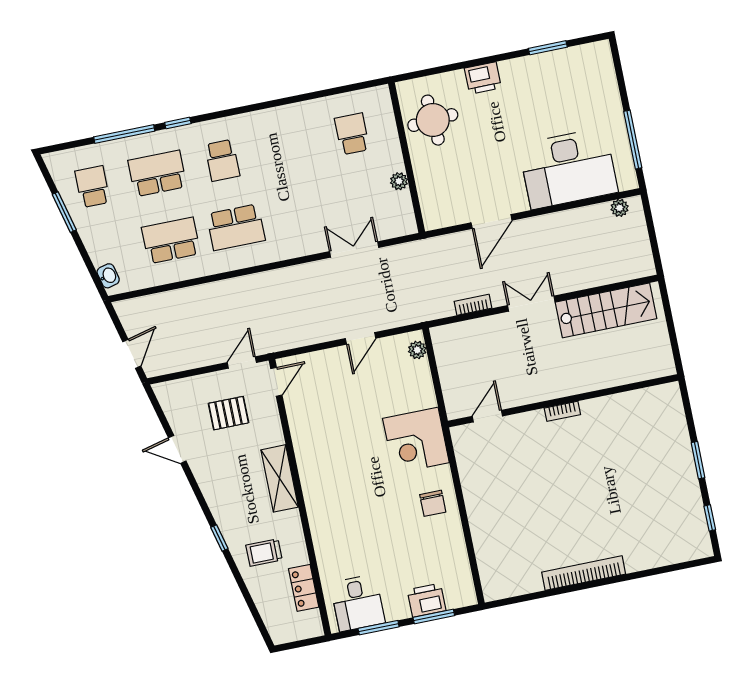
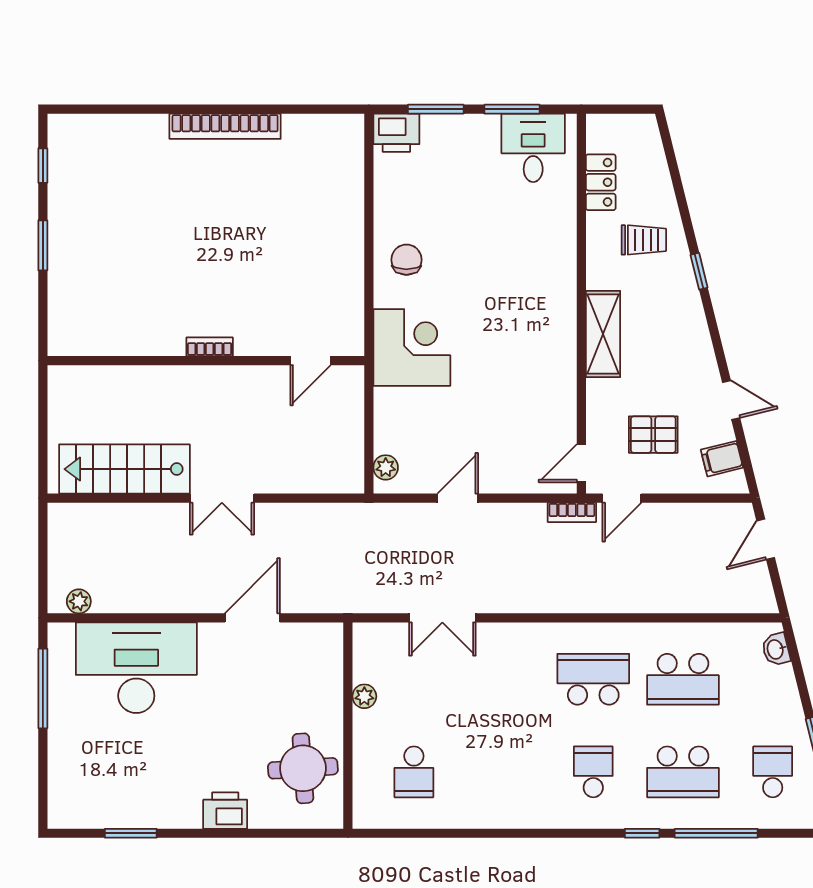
school desk: (92, 187) -> (773, 772), turned 180
bookcase: (473, 305) -> (572, 512), moved
filing cabinet: (175, 406) -> (722, 459), added
printer: (427, 600) -> (396, 133), moved

